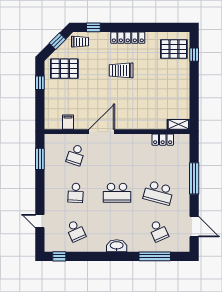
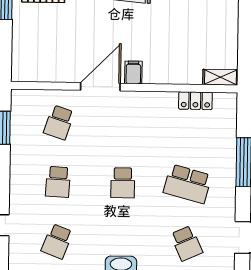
filing cabinet: (68, 122) -> (133, 72), moved
school desk: (117, 193) -> (123, 183), width x0.54
school desk: (76, 231) -> (57, 241), turned 45

